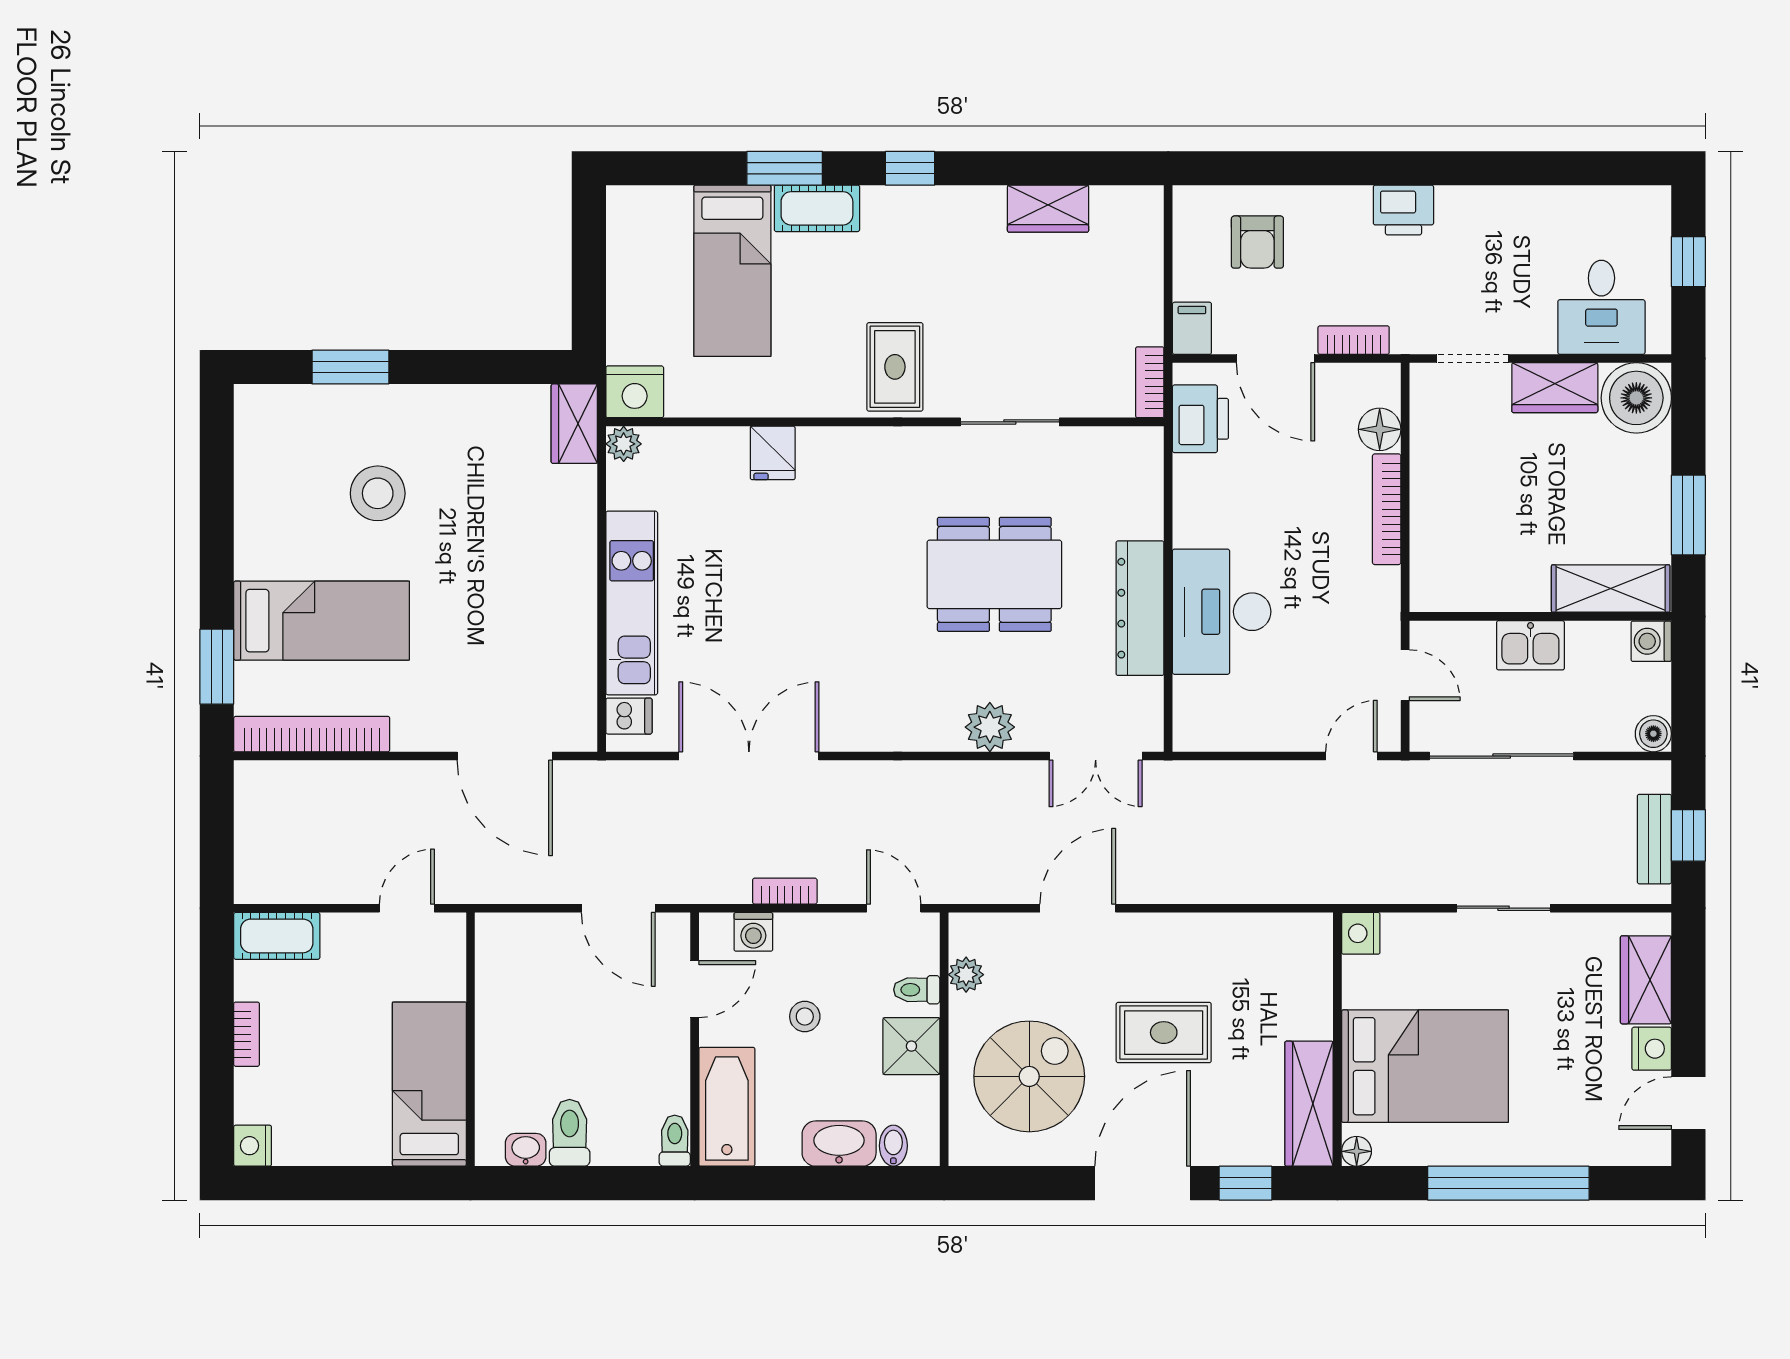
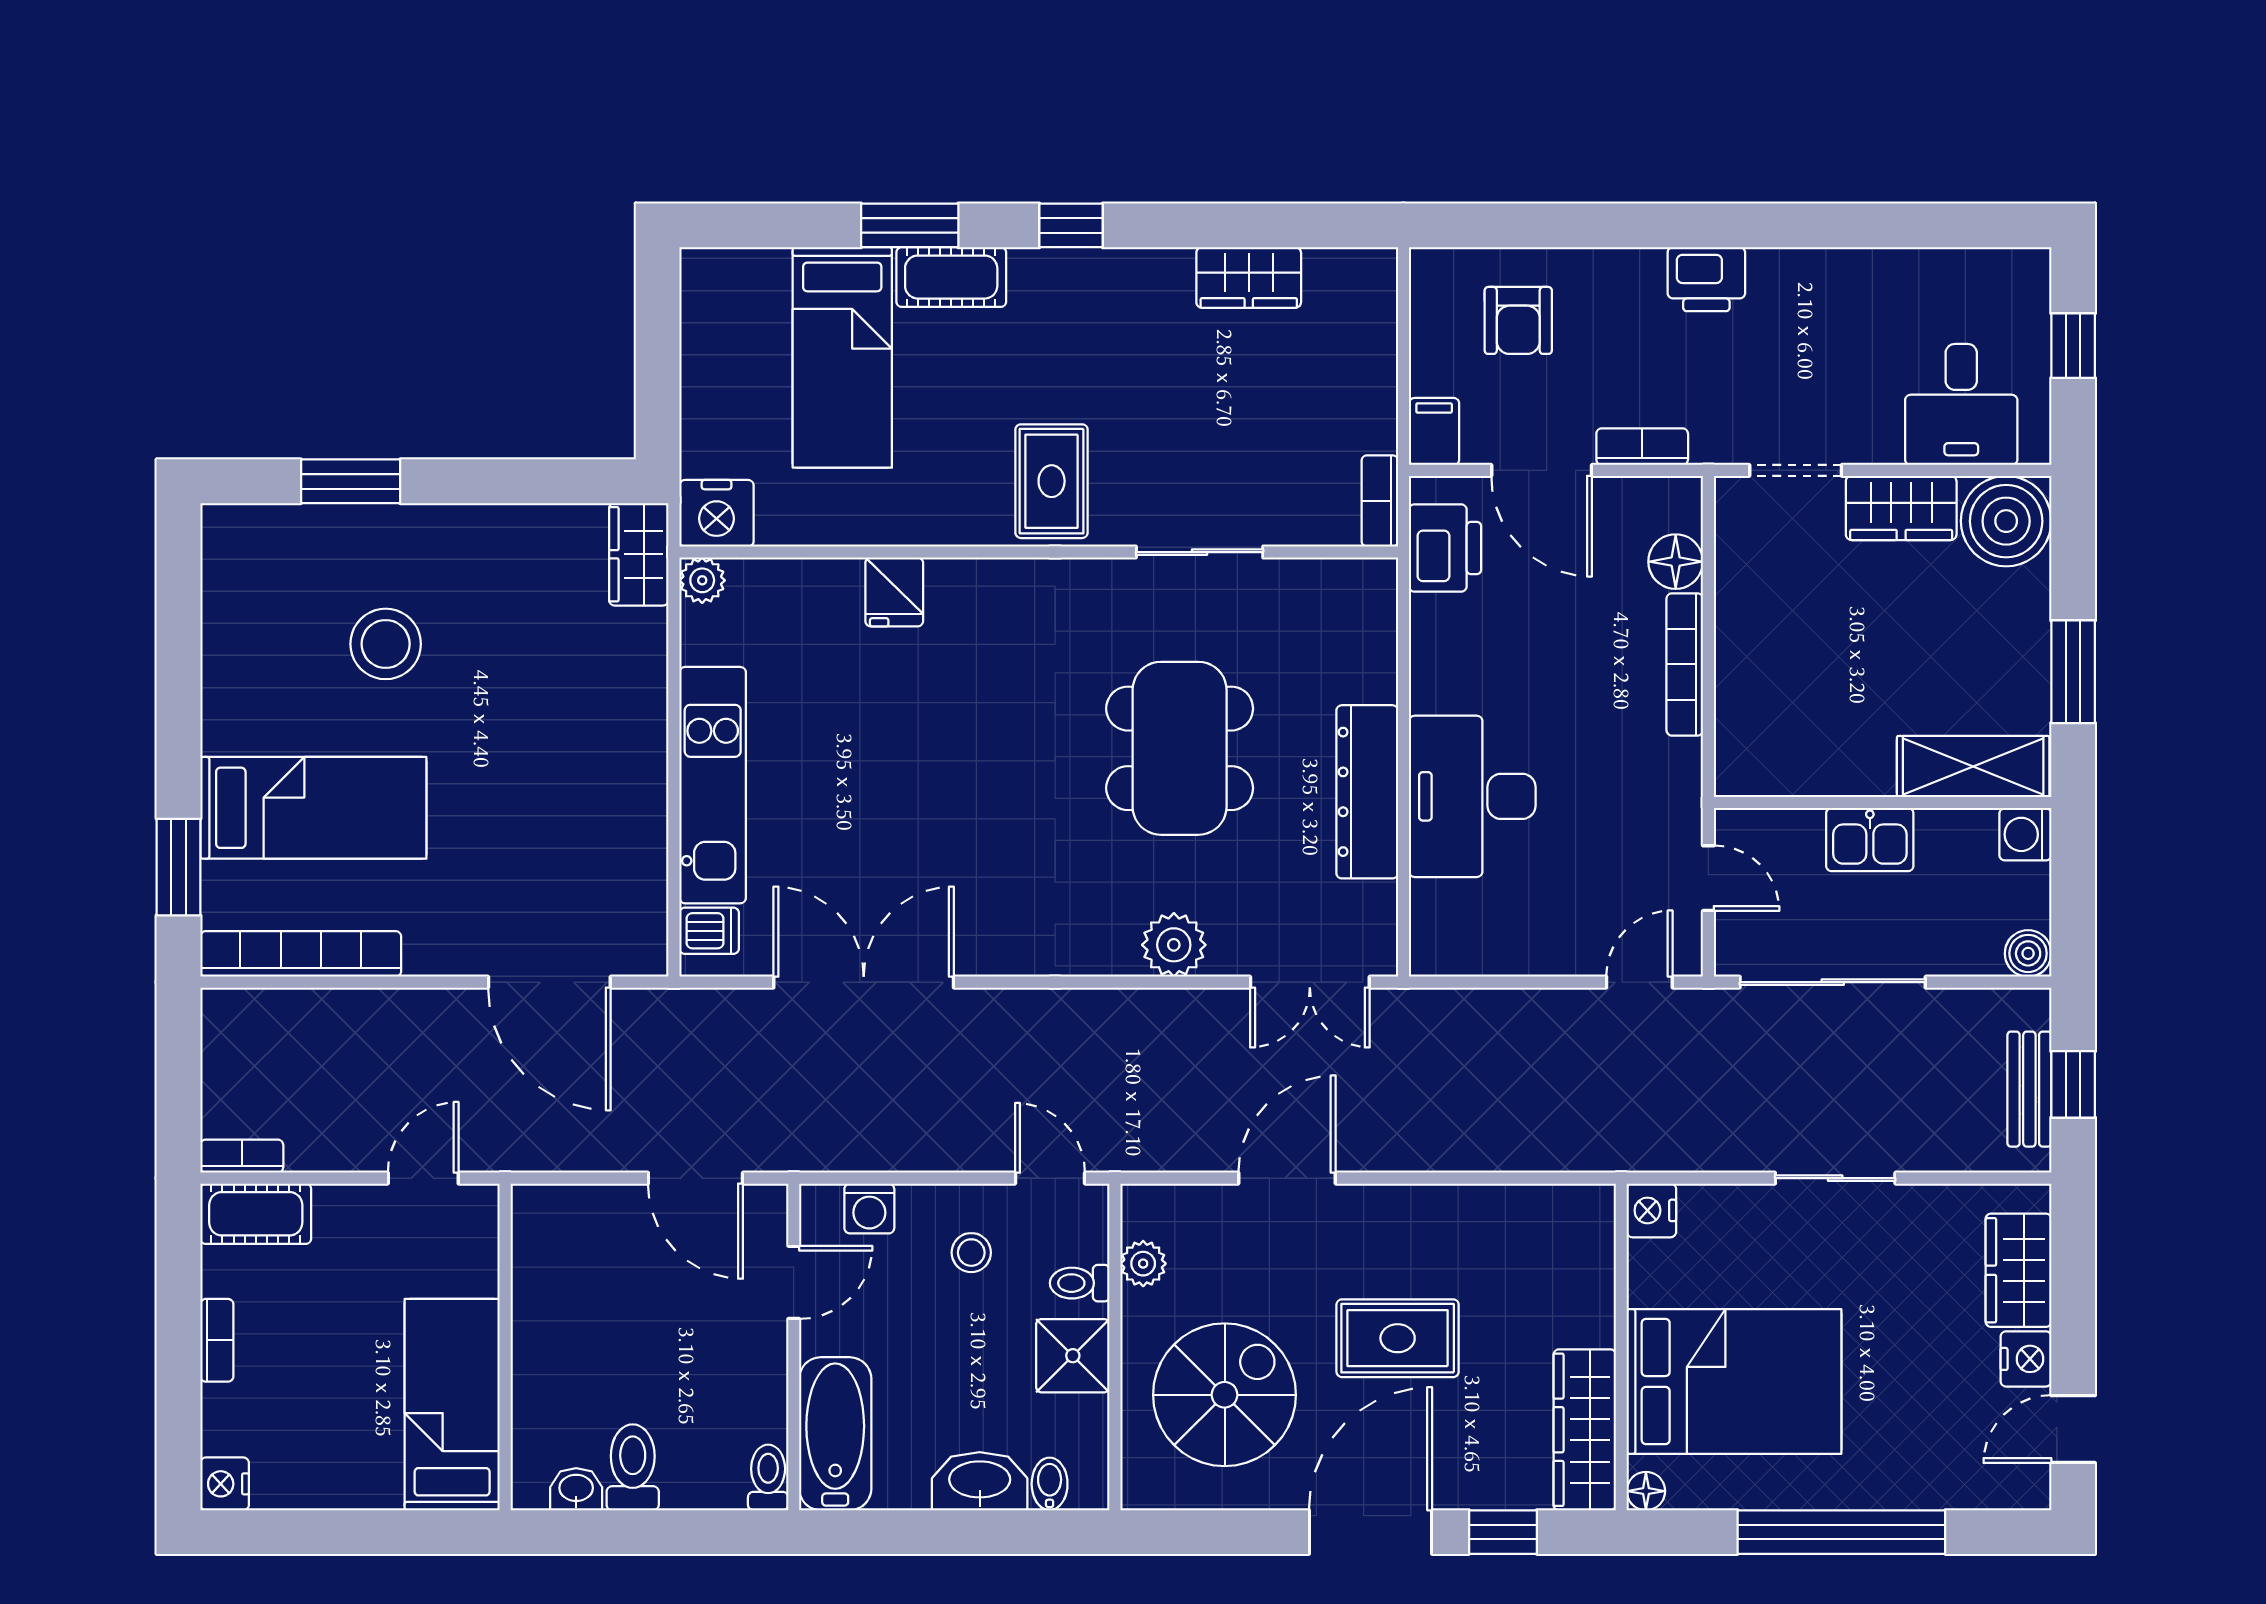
dining table: (994, 574) -> (1180, 748), turned 90
bookcase: (785, 891) -> (242, 1156), moved
stool: (805, 1017) -> (971, 1253), moved

